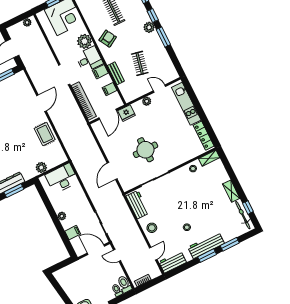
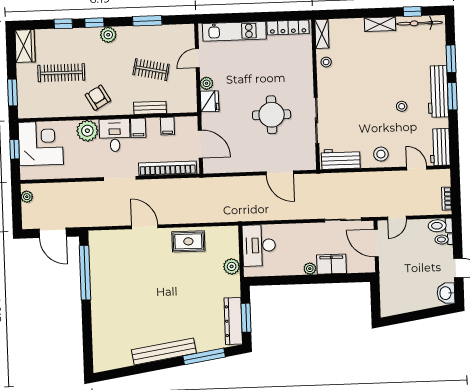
window: (163, 37) -> (147, 21), moved
fridge: (127, 113) -> (210, 101), moved
filing cabinet: (73, 233) -> (332, 264), width x2.00
door: (96, 250) -> (376, 243), hinge flipped

